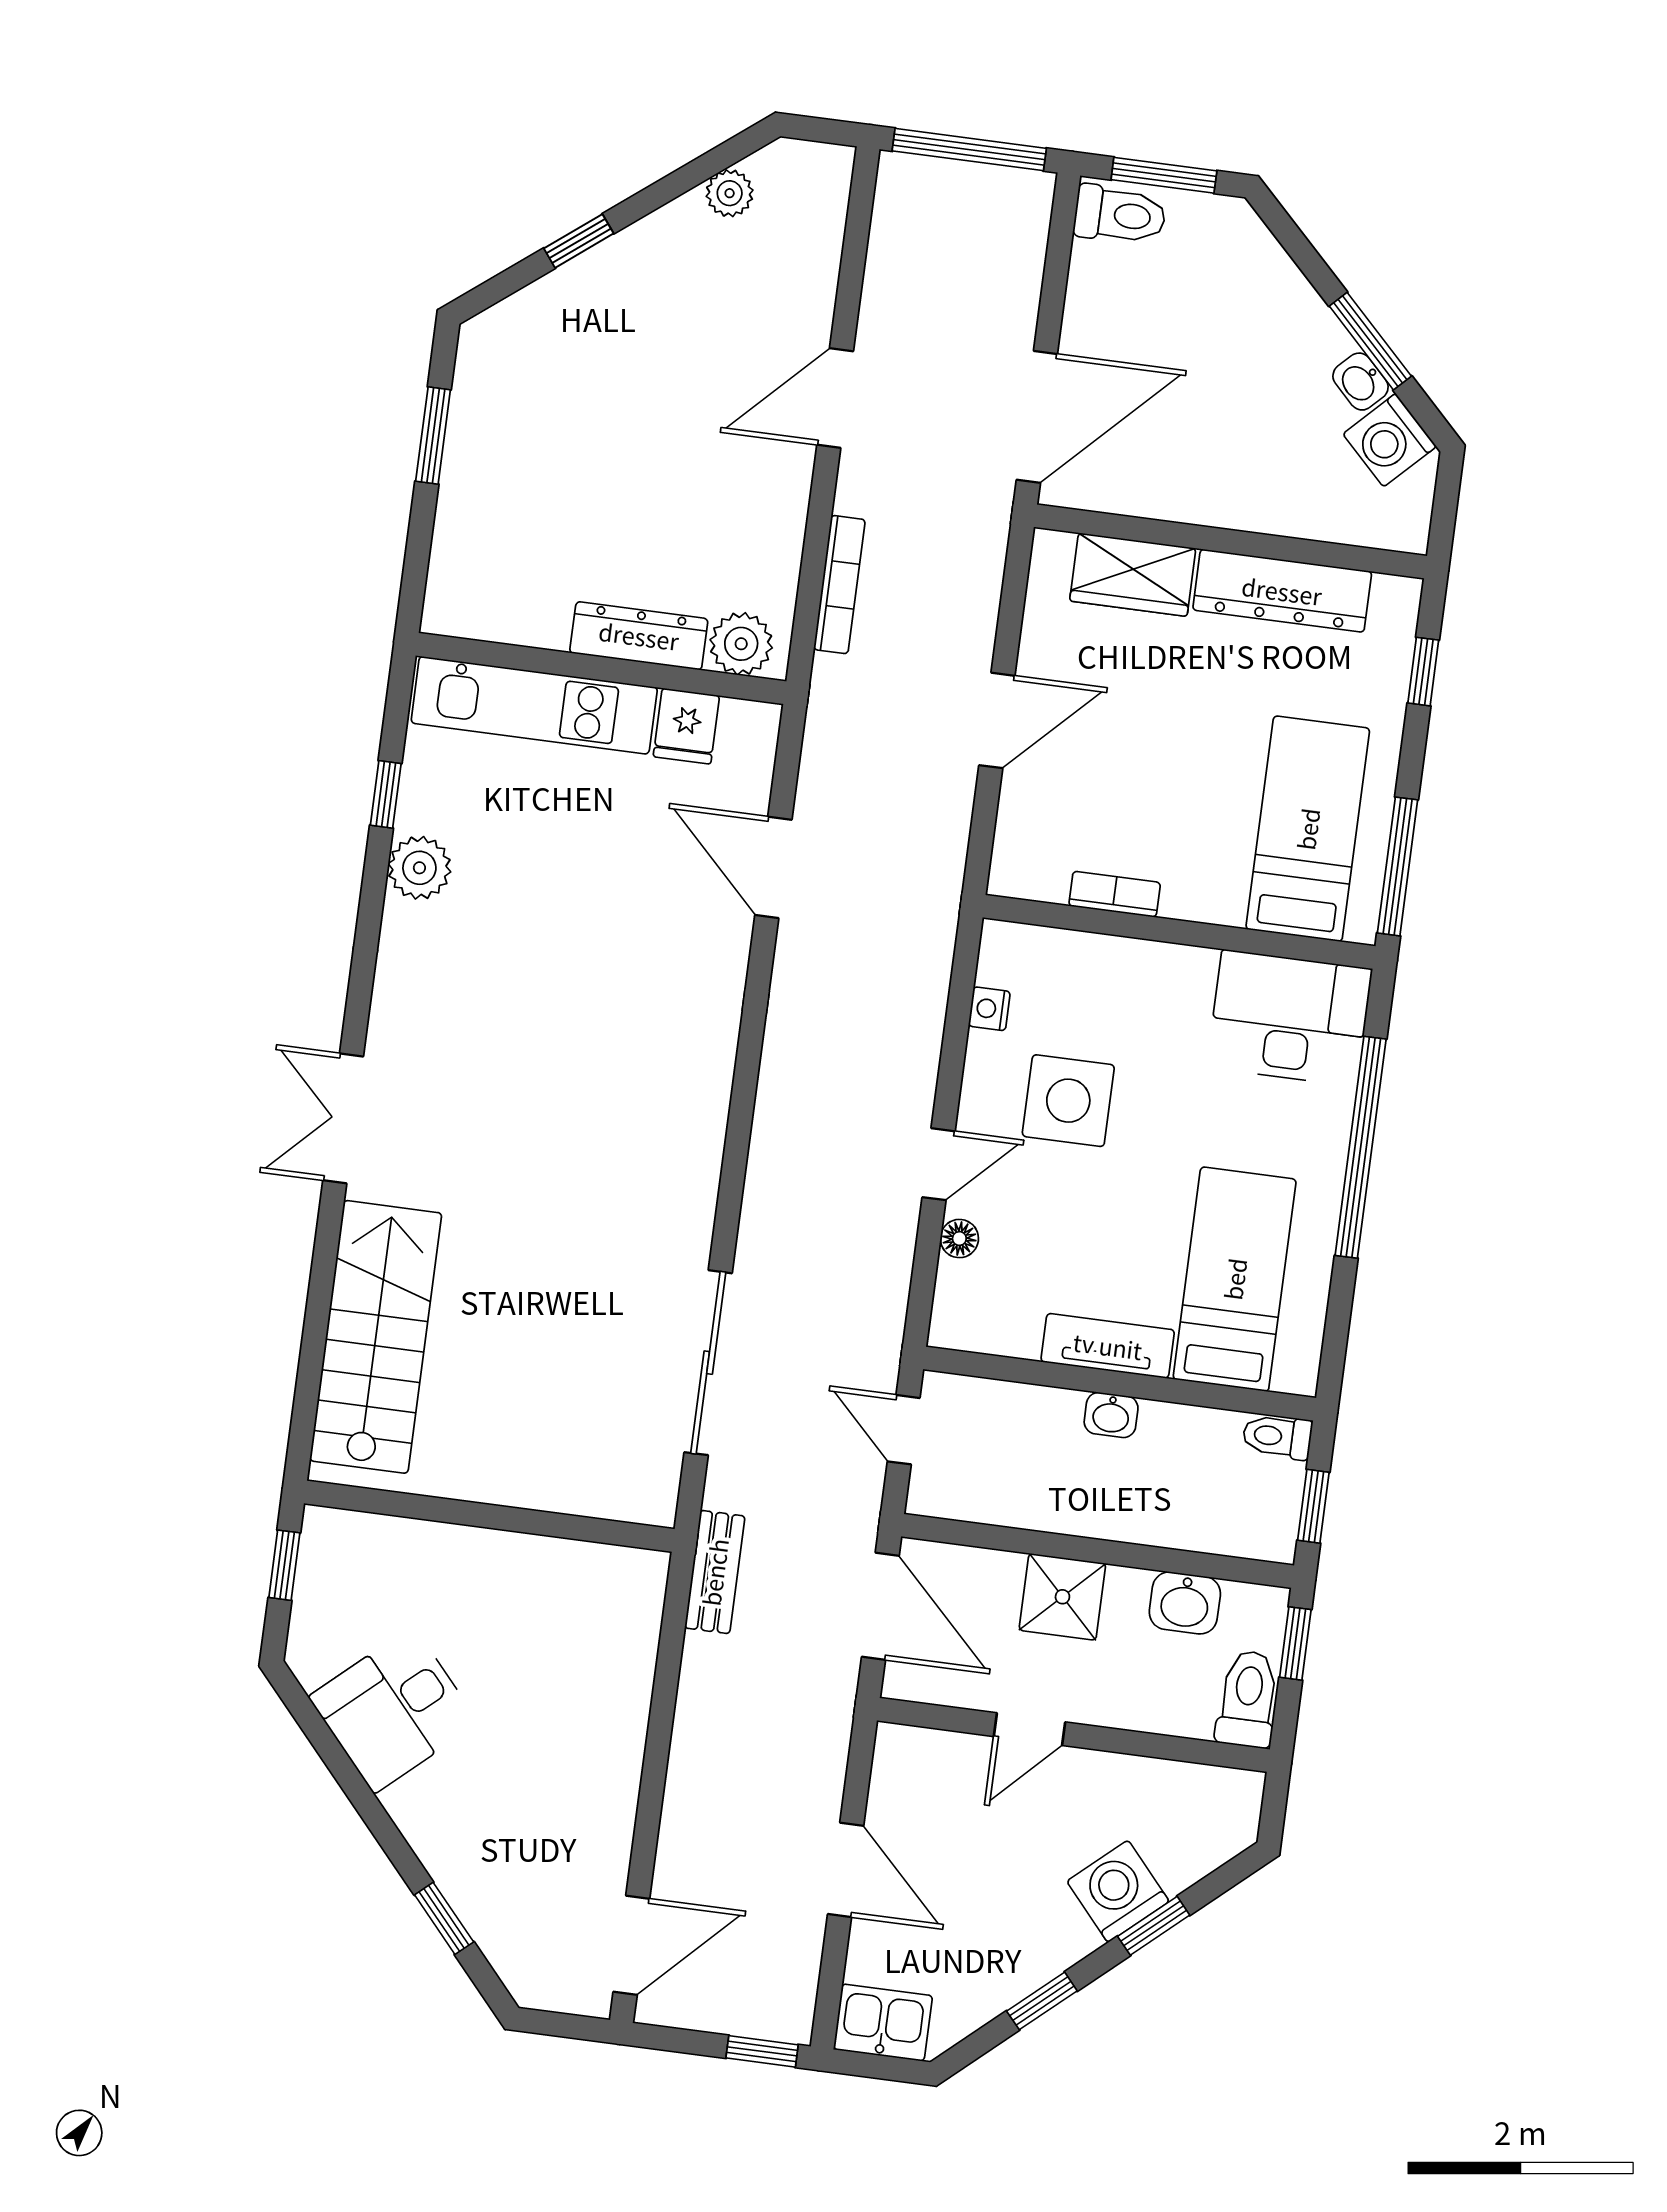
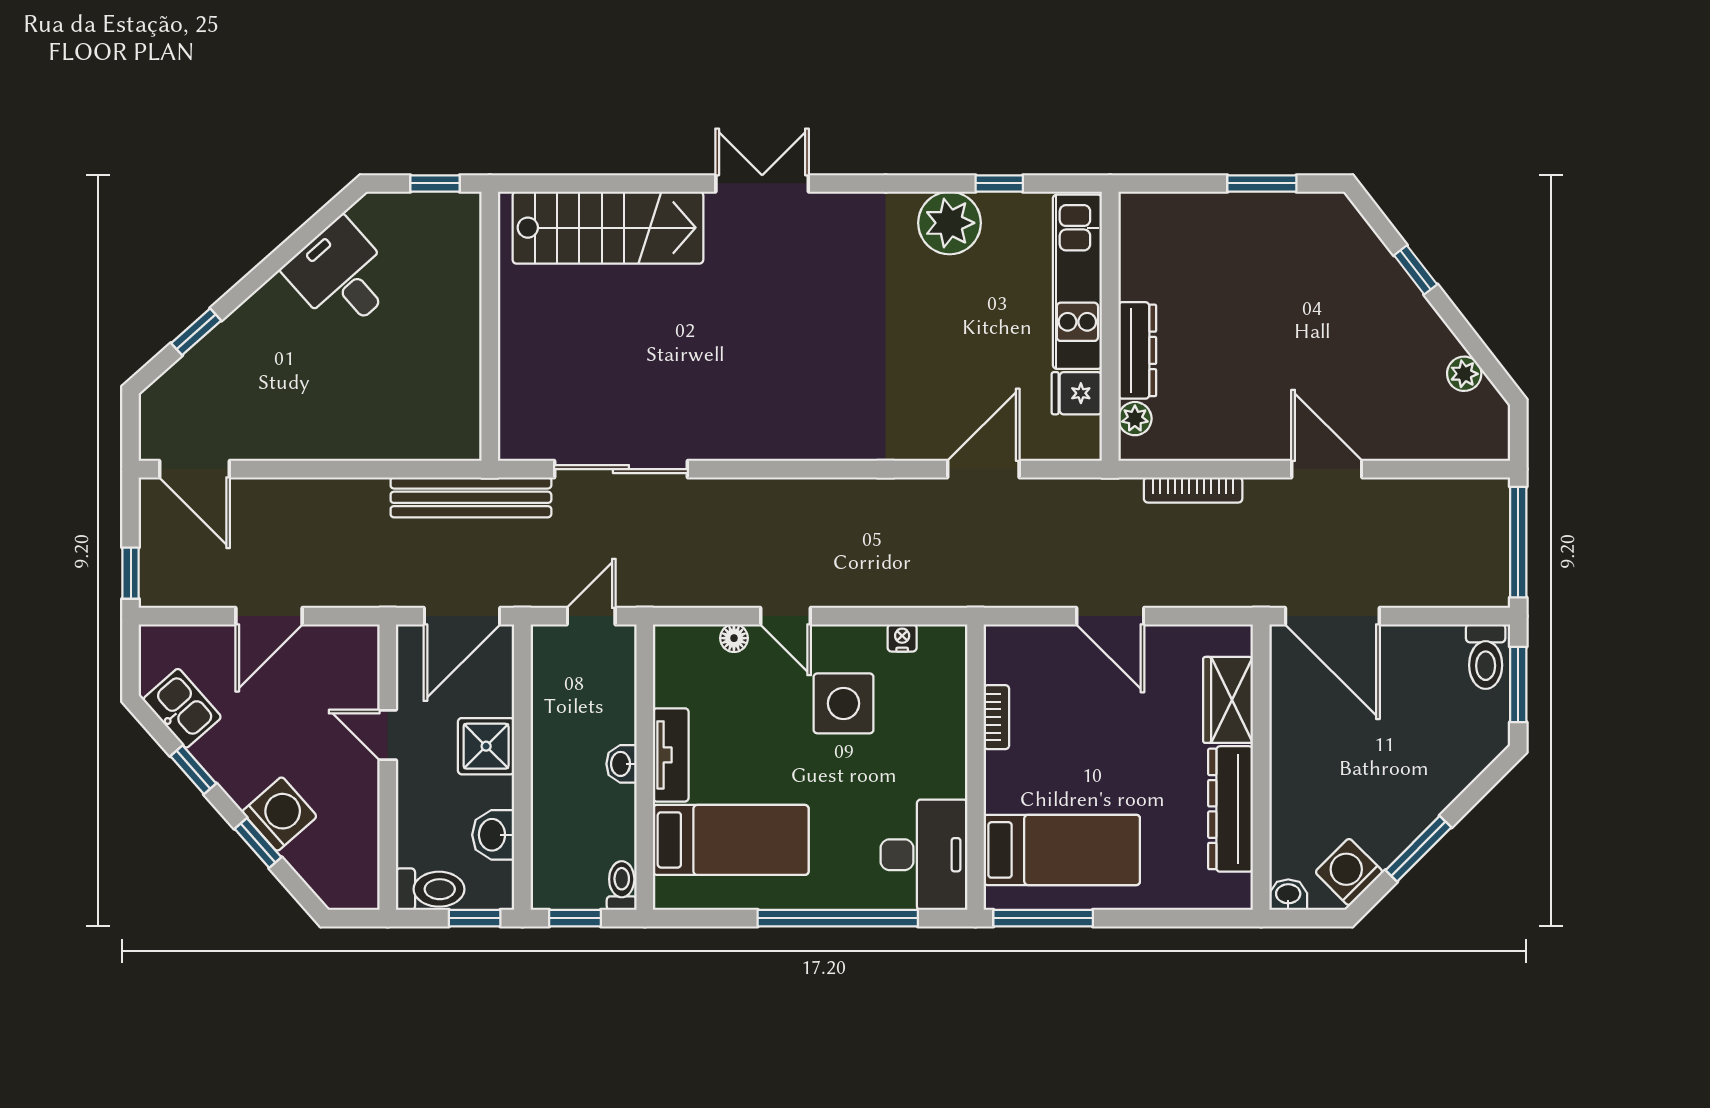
washbasin: (1361, 382) -> (1288, 895), moved, turned 45
plant: (741, 644) -> (1135, 419), width x0.73, depth x0.73
window: (1423, 672) -> (1186, 918), removed
plant: (419, 868) -> (950, 223), width x1.36, depth x1.36
bench: (715, 1572) -> (471, 497), width x1.86, depth x1.21
kitchen sink: (883, 2023) -> (182, 708), moved, turned -41

